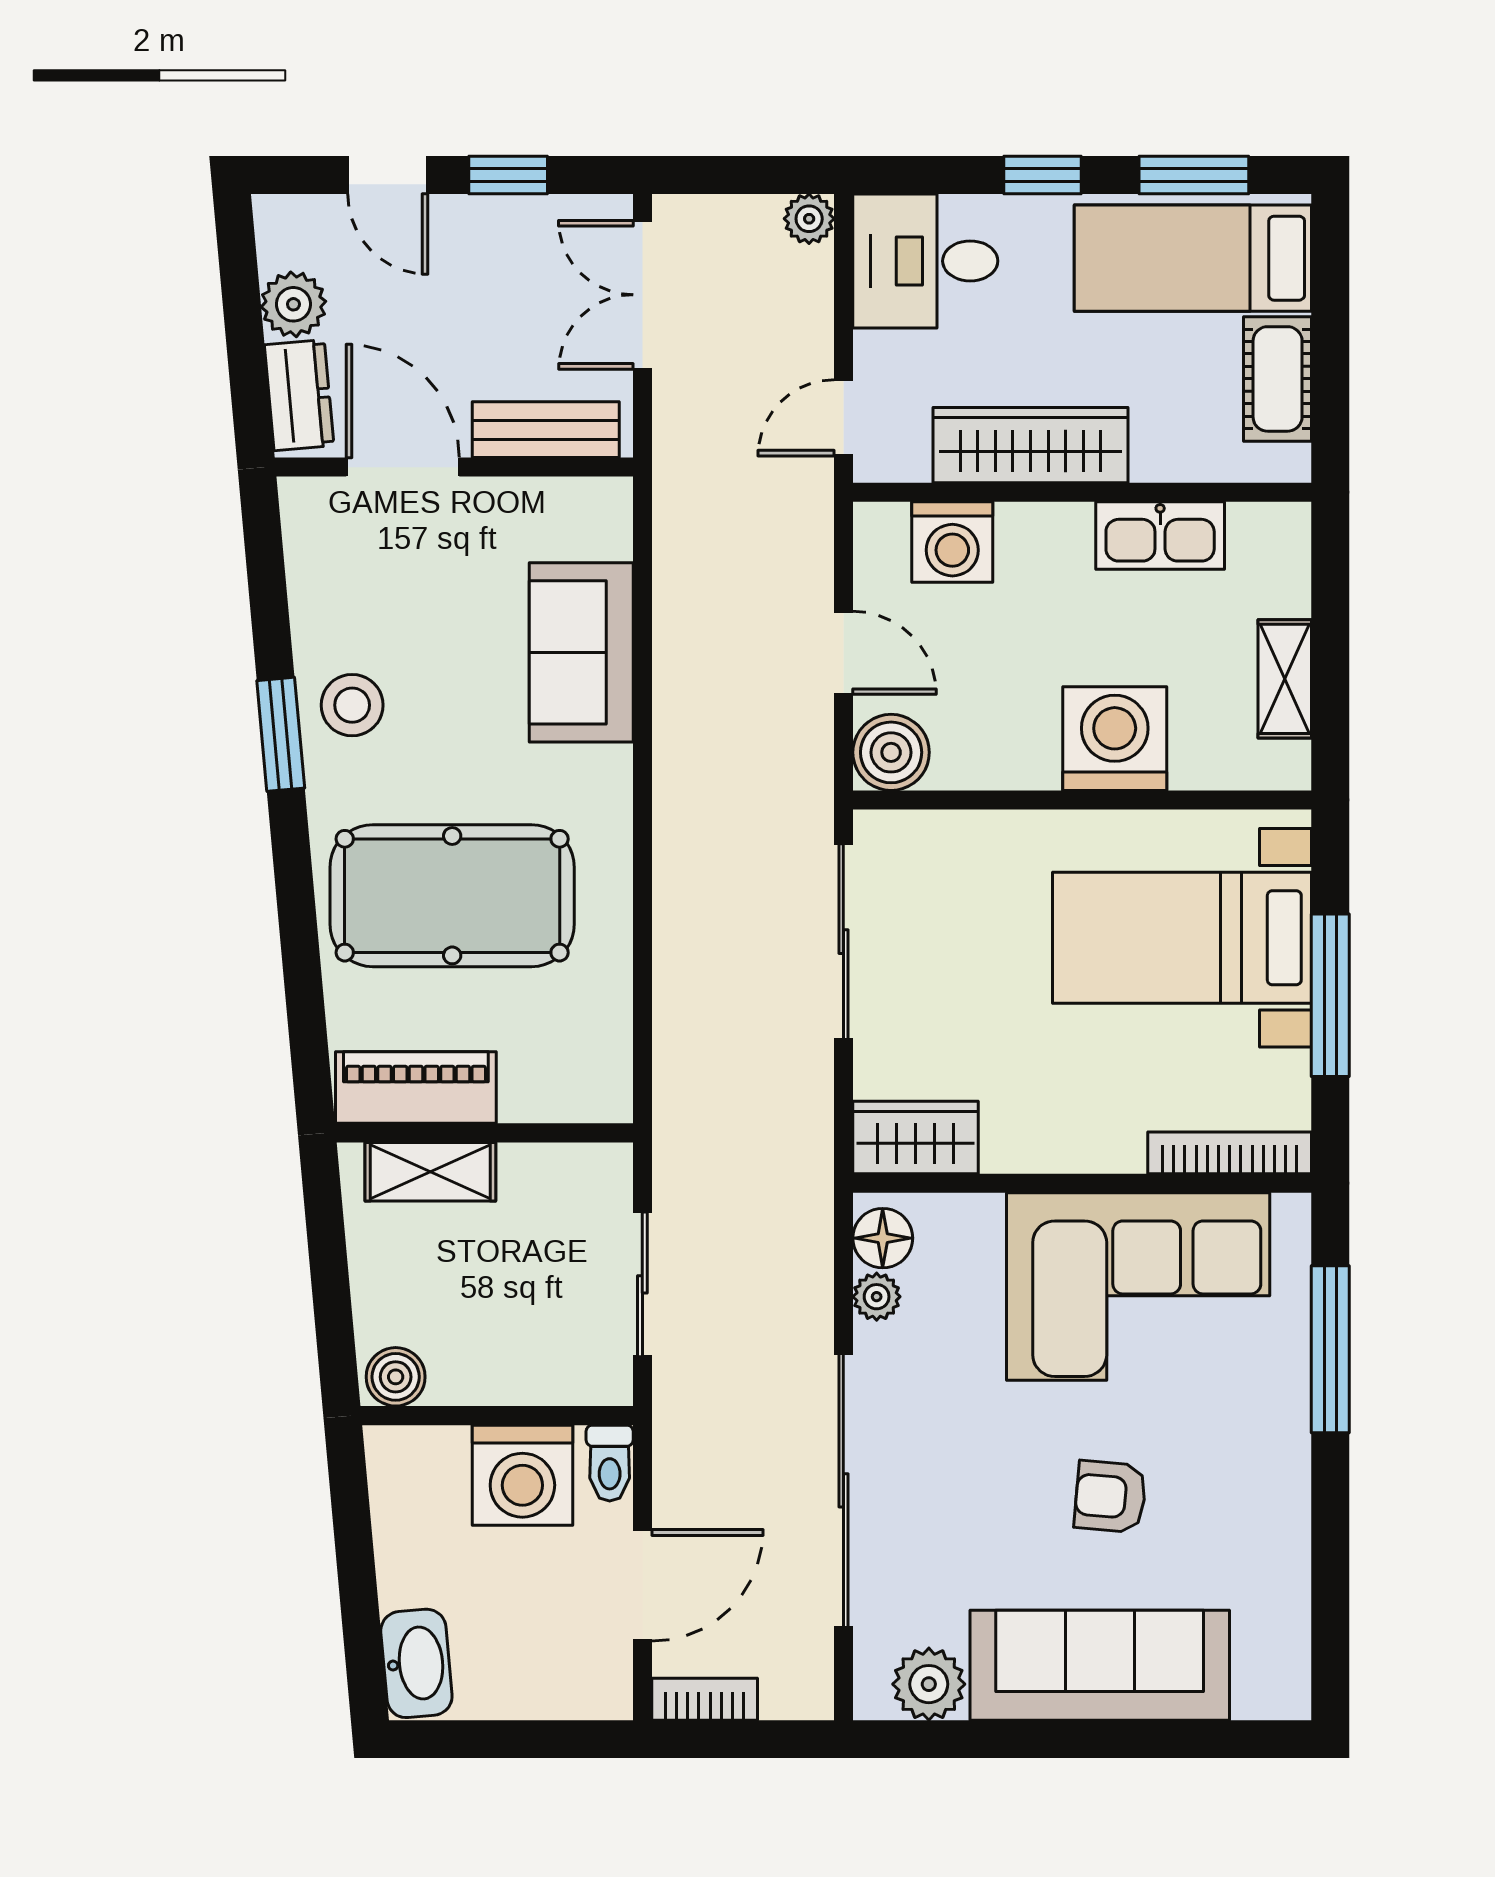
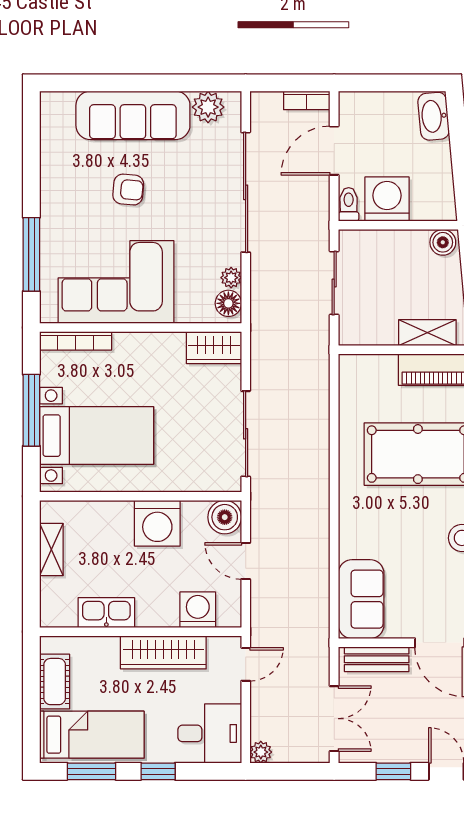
sofa: (581, 652) -> (361, 599), moved
washing machine: (1115, 739) -> (157, 523), moved

